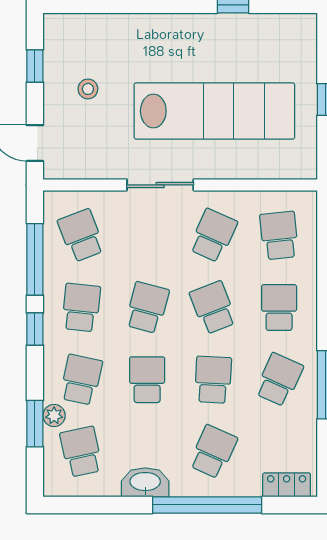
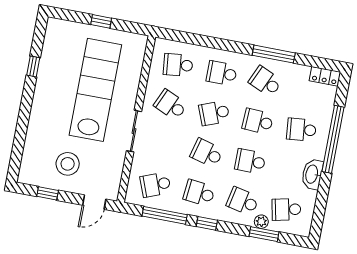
stool: (88, 89) -> (68, 164), width x1.89, depth x1.89
school desk: (213, 452) -> (301, 130), turned -30
locker: (287, 485) -> (325, 76), moved, turned -90

